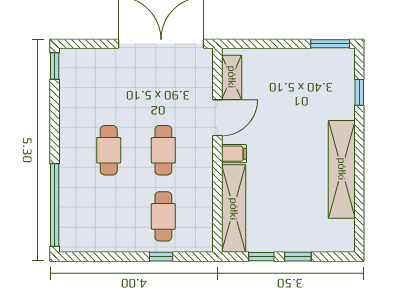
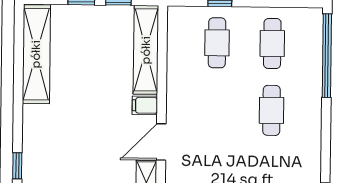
cafe table: (163, 150) -> (272, 43), moved
shelving: (342, 169) -> (36, 54), moved

